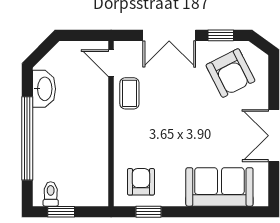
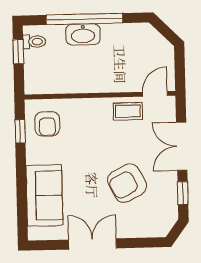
armchair: (230, 73) -> (127, 183), moved
washbasin: (44, 89) -> (83, 34), moved
armchair: (141, 182) -> (47, 124), turned 90

